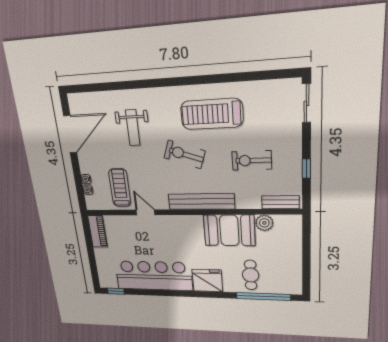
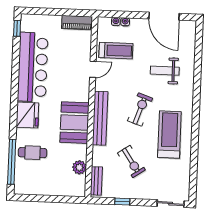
exercise bike: (252, 160) -> (131, 161), turned 146
booth: (229, 230) -> (75, 123), moved

